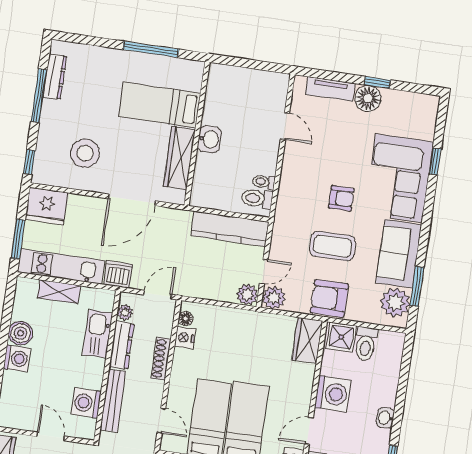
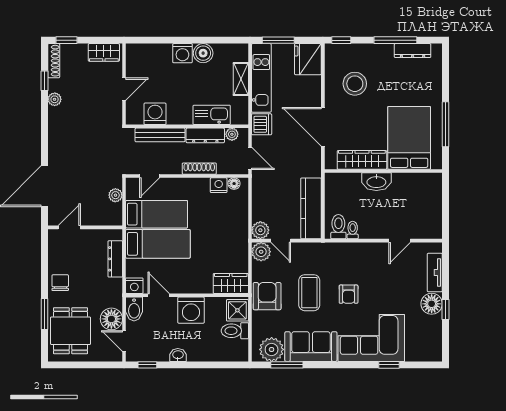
bed: (160, 105) -> (409, 138), width x1.50
washbasin: (209, 139) -> (376, 182), width x1.38

